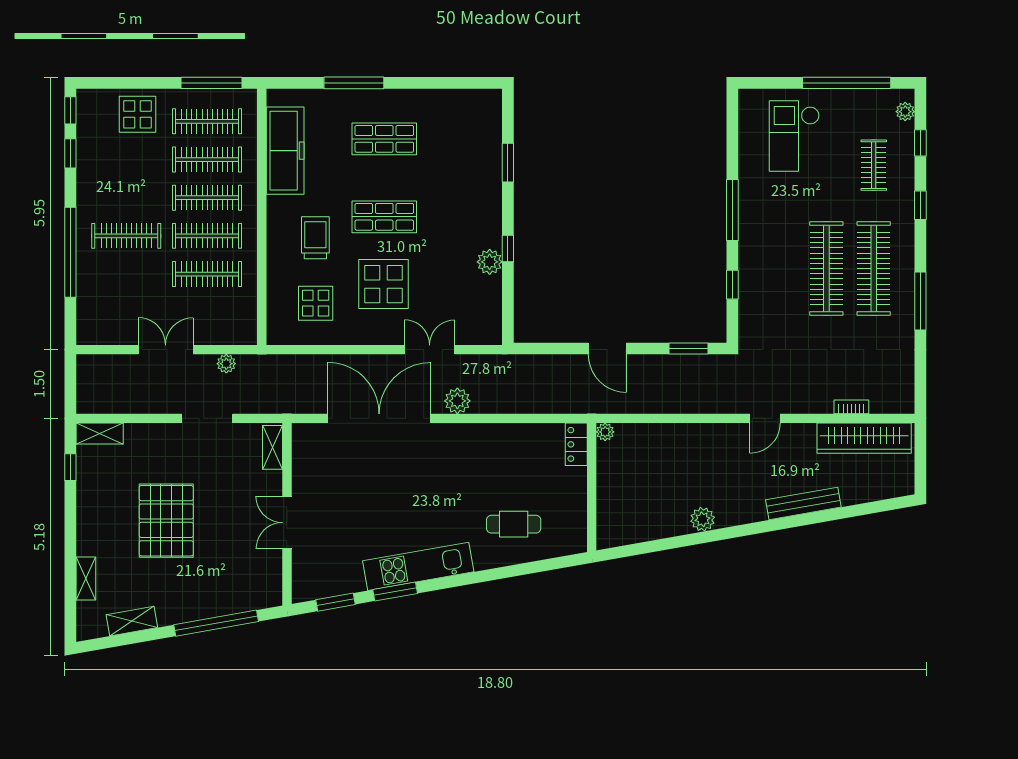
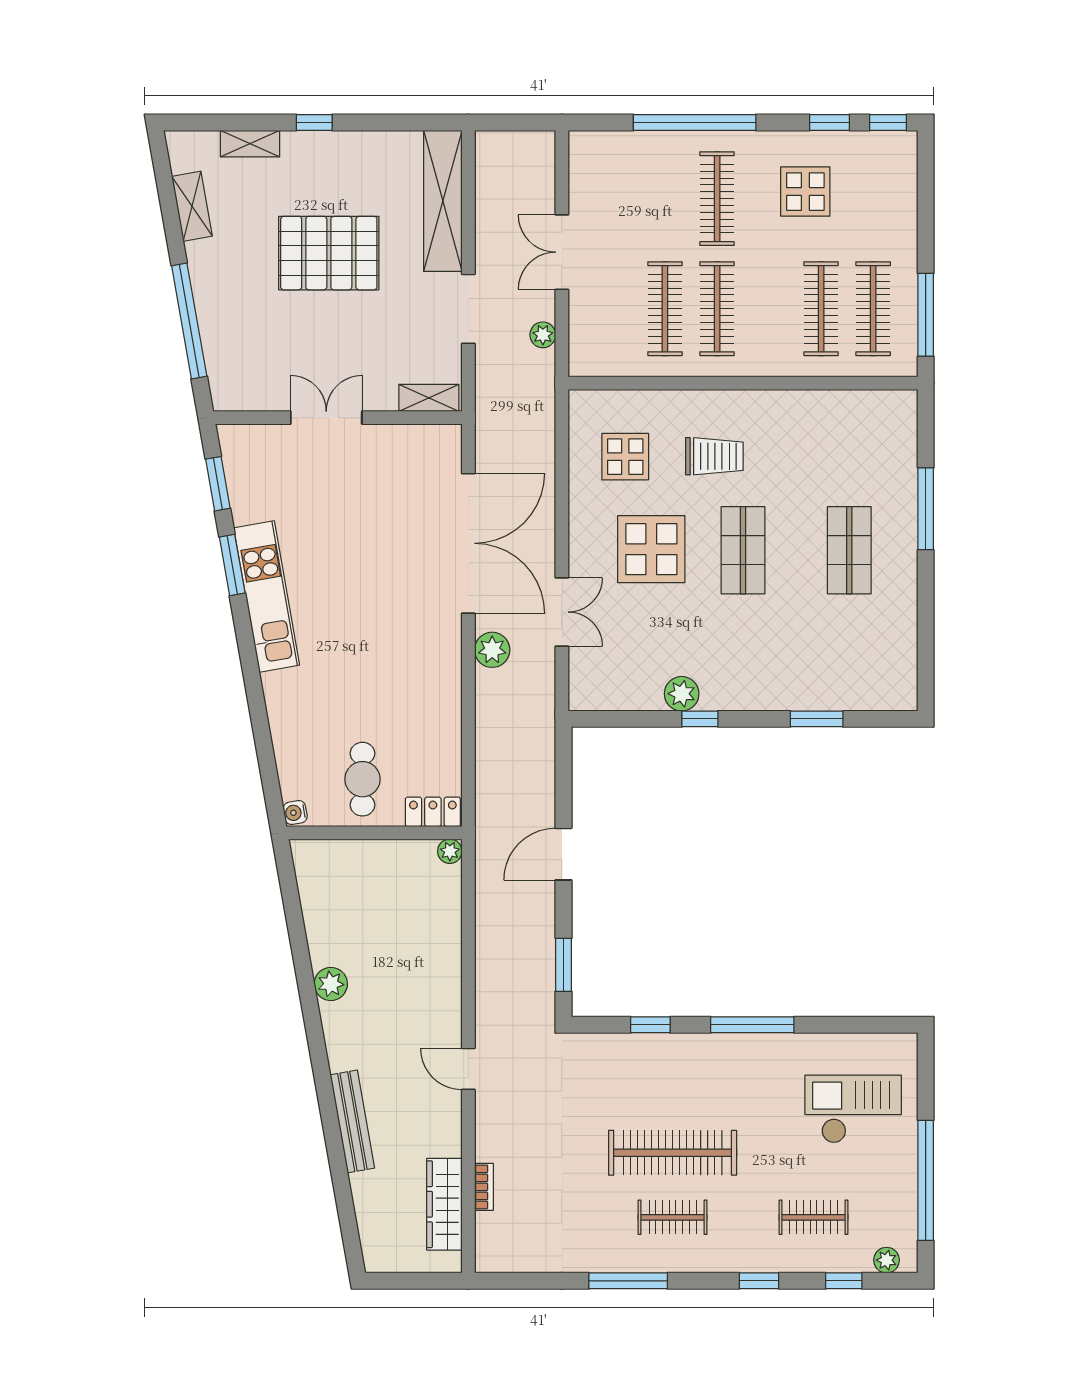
display table: (137, 114) -> (805, 192), moved
freezer: (285, 151) -> (833, 415), removed
clothes rail: (207, 198) -> (769, 309), removed
clothes rail: (874, 269) -> (673, 1217), width x0.54, depth x0.76
double door: (166, 350) -> (562, 252), swing flipped
shelving: (100, 434) -> (443, 201), width x2.20, depth x1.33
wardrobe: (864, 438) -> (444, 1204), width x0.71, depth x0.85
window: (70, 467) -> (314, 123), moved
cafe table: (514, 524) -> (362, 779), moved
water cooler: (577, 545) -> (295, 813), added

